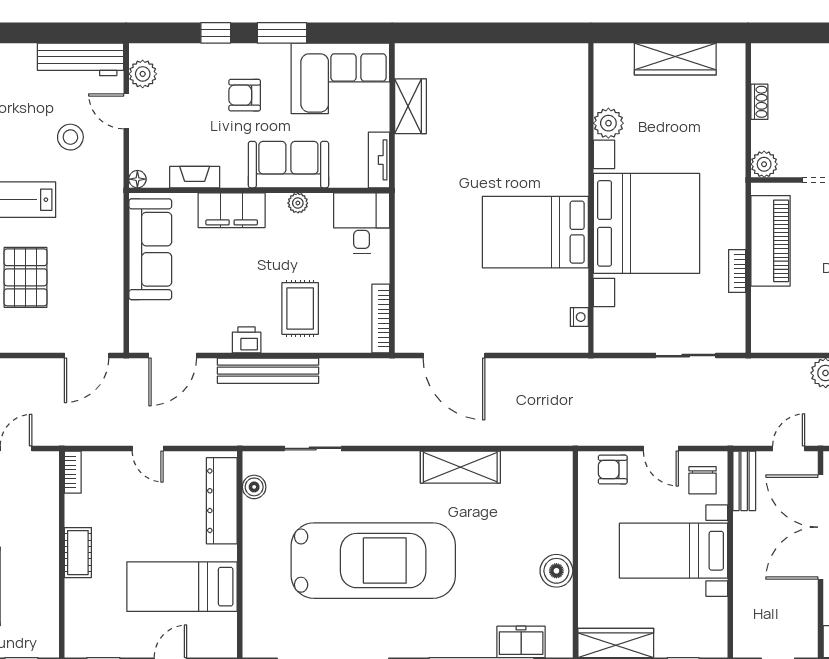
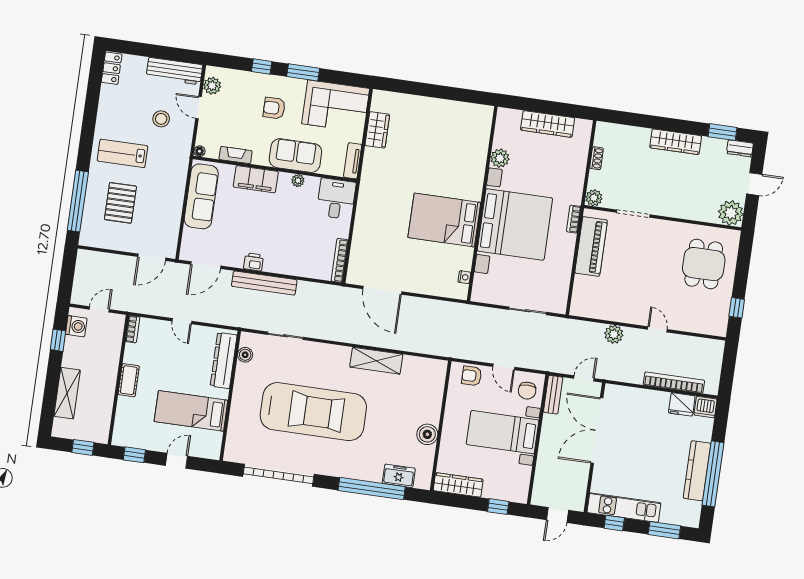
bookcase: (737, 271) -> (574, 219), moved
rug: (300, 308) -> (290, 247), removed

